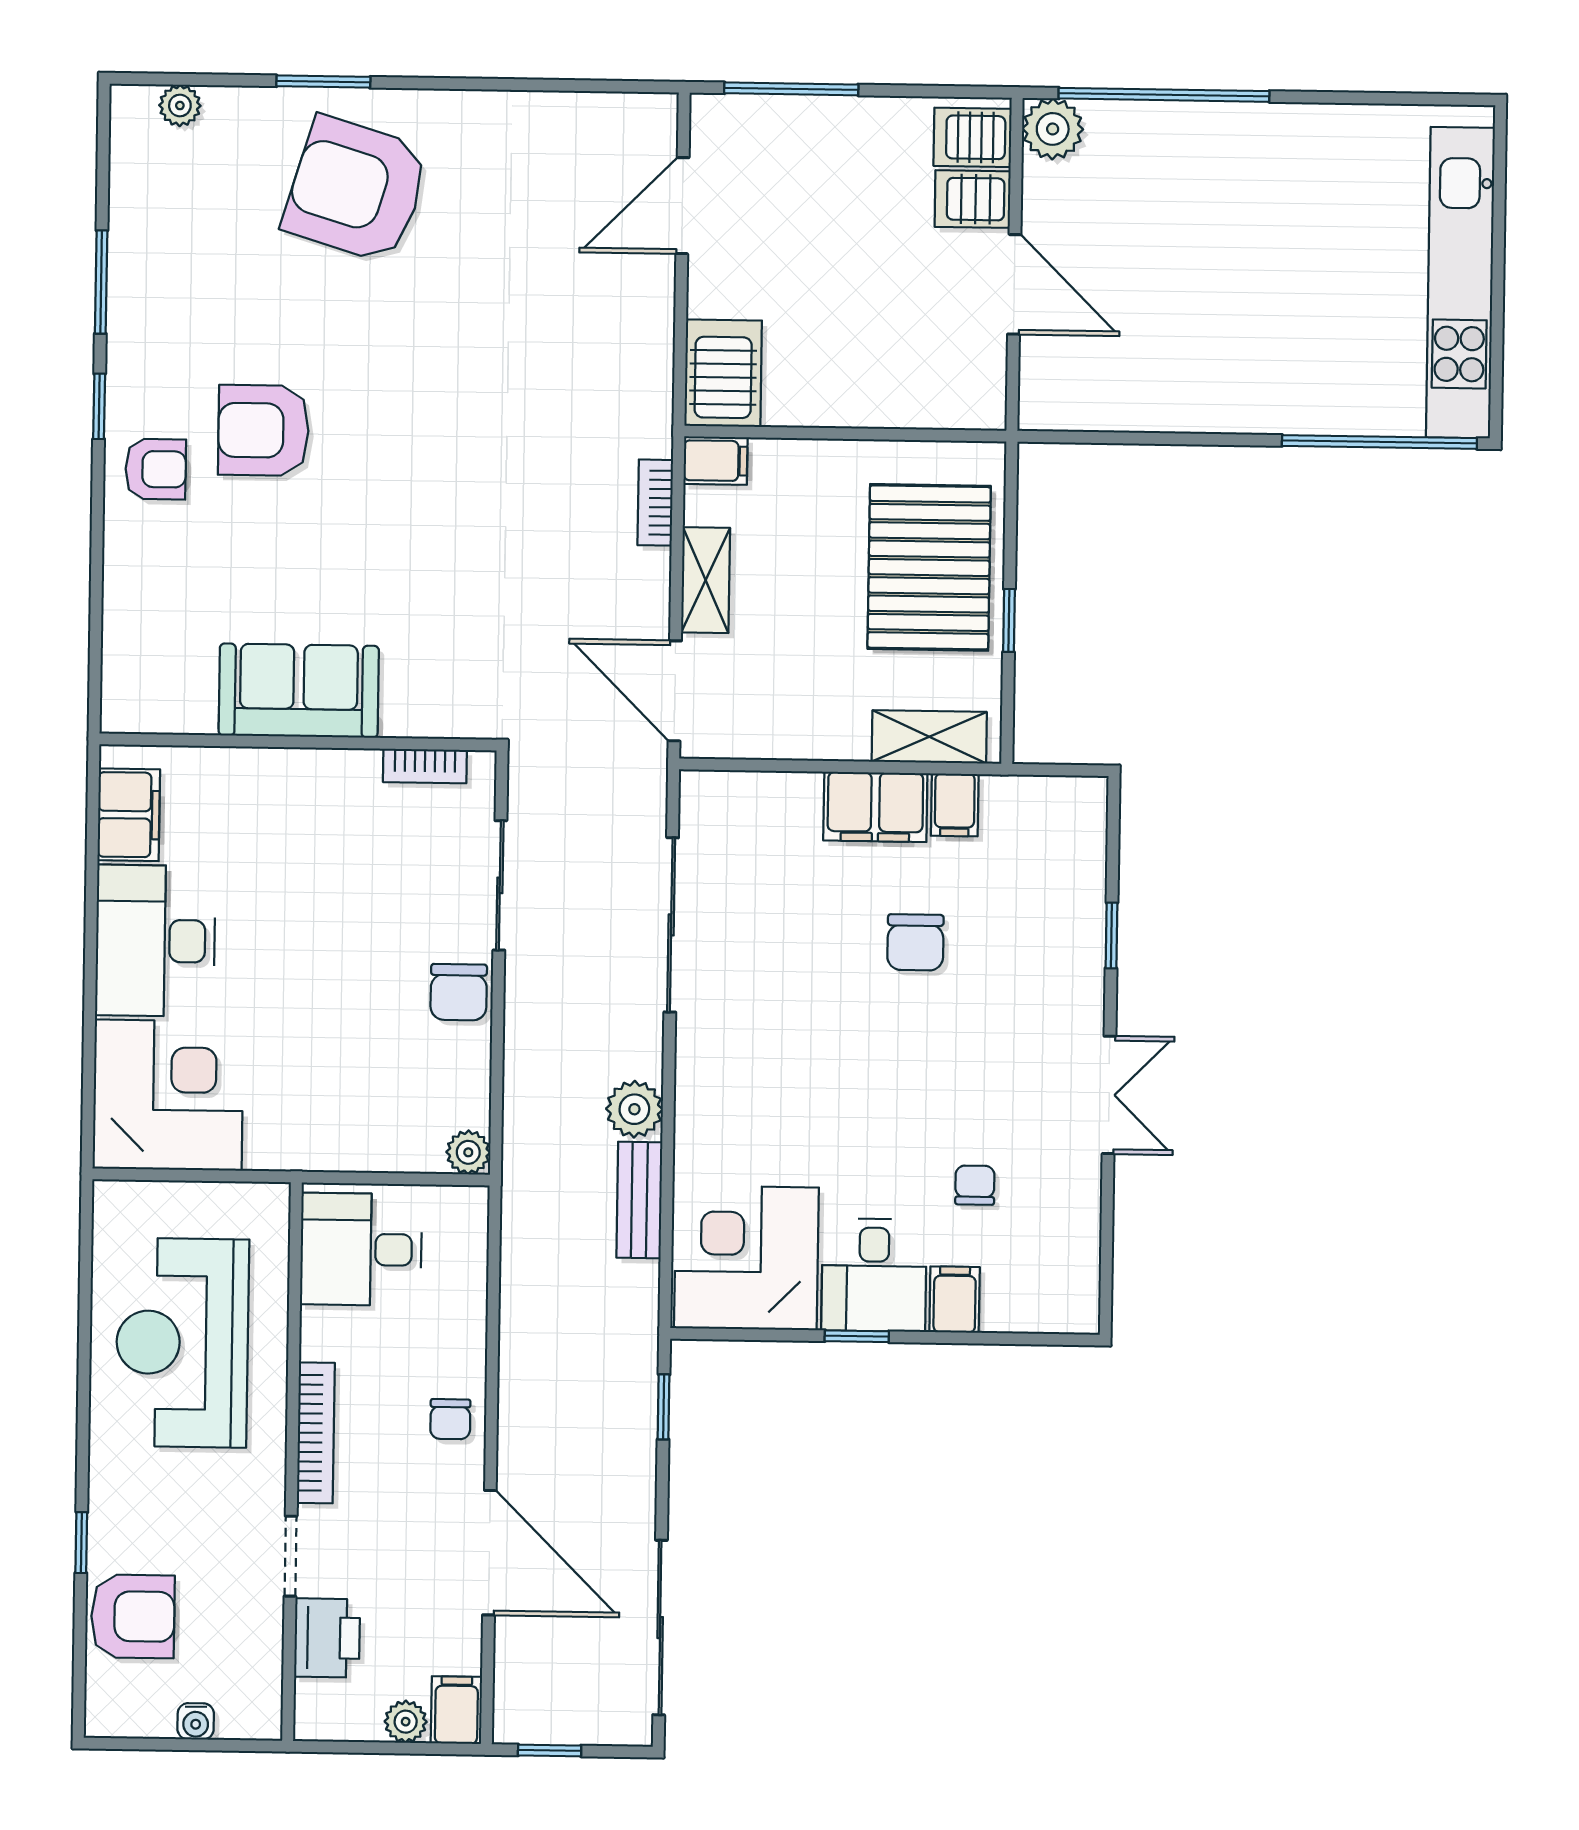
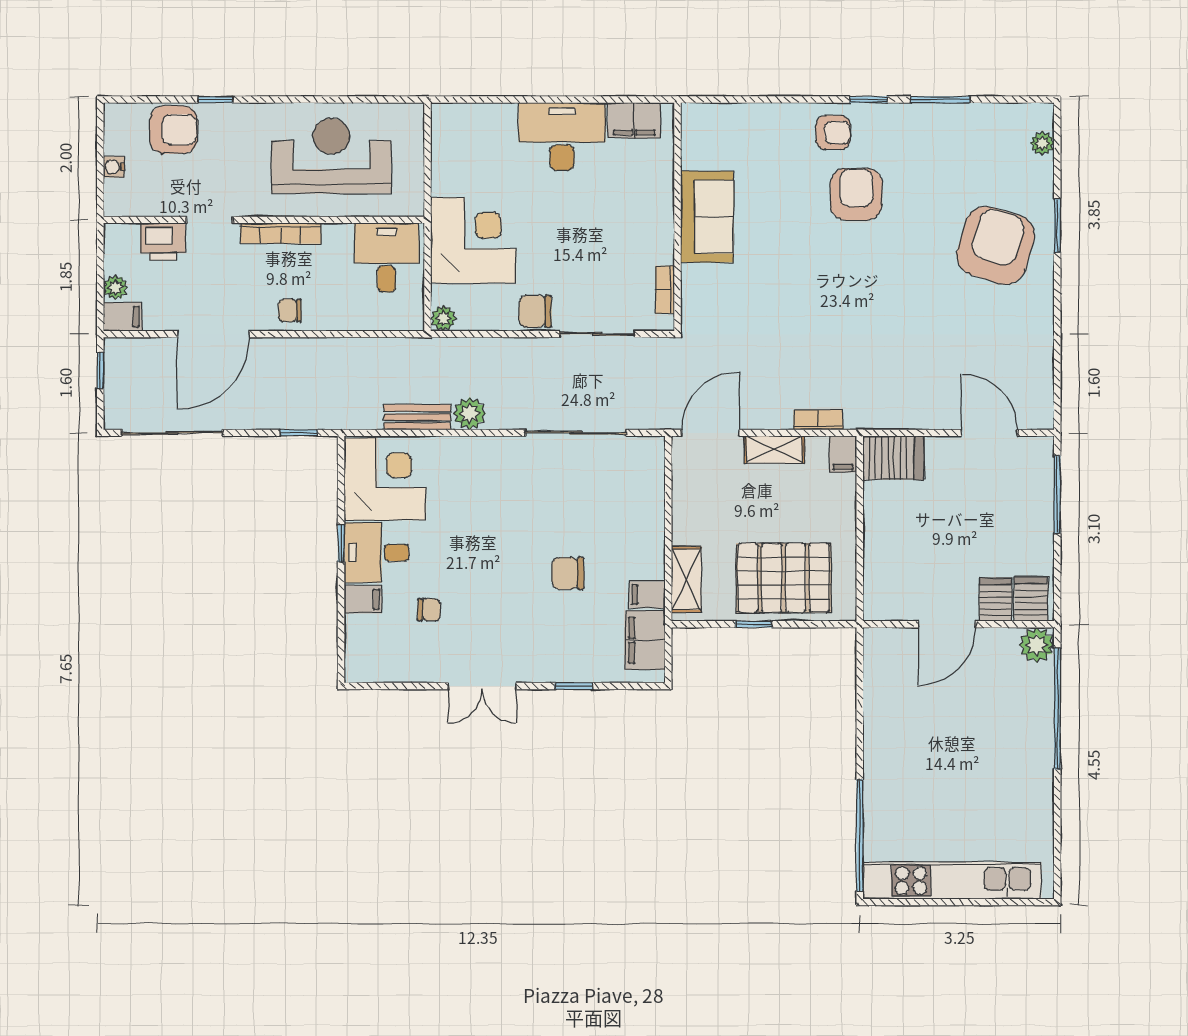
armchair: (156, 469) -> (833, 133), turned -90
filing cabinet: (875, 807) -> (645, 640), moved
corner desk: (168, 1095) -> (473, 240), moved, turned -90
armchair: (133, 1616) -> (174, 130), turned -90

